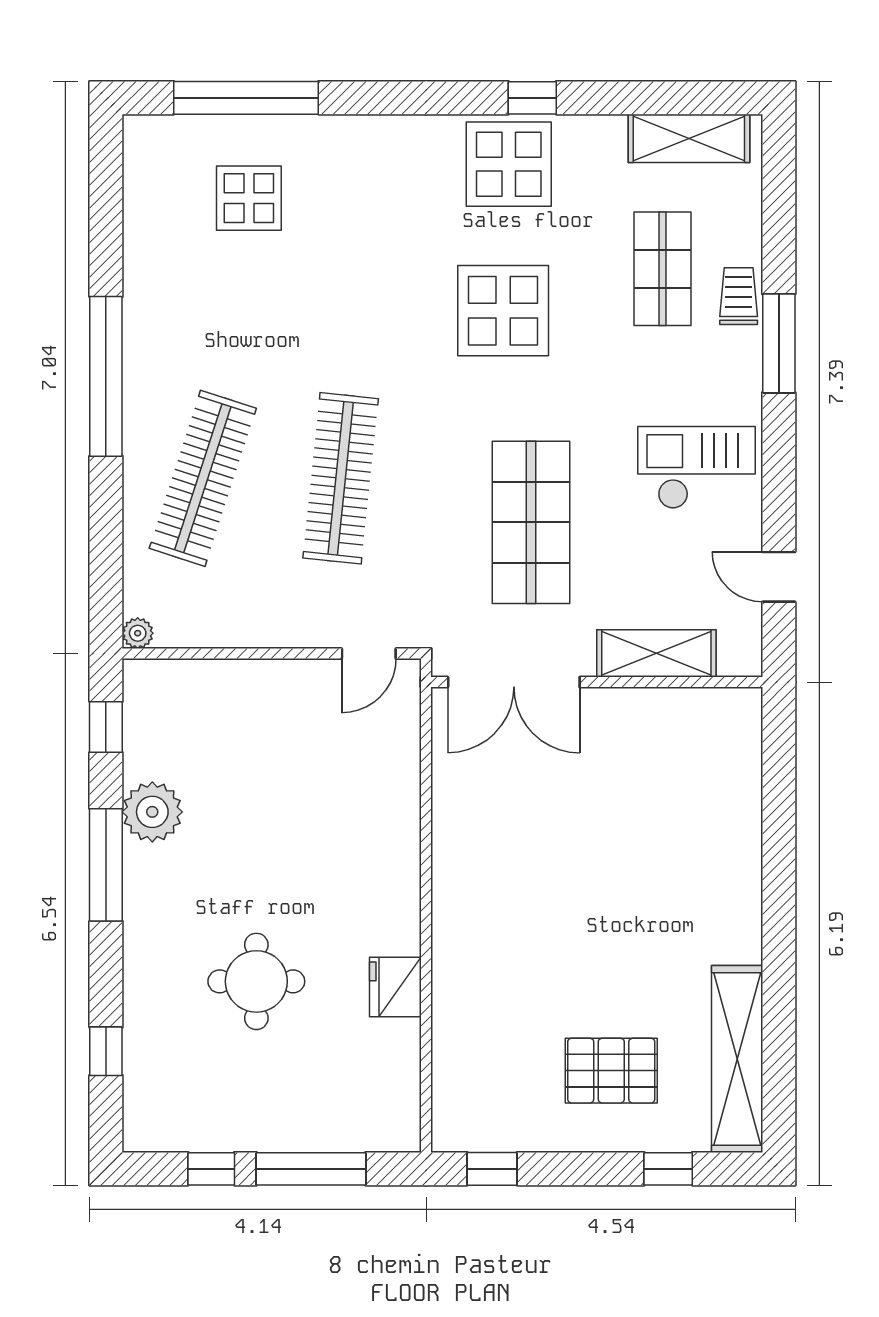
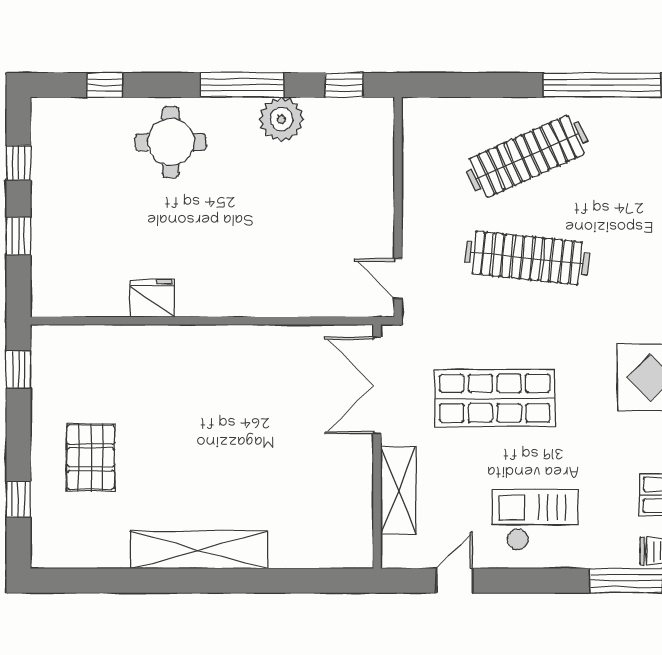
checkout: (696, 468) -> (535, 520), turned -90
clothes rail: (203, 478) -> (527, 156), turned -42
plant: (138, 633) -> (413, 108), removed
round table: (256, 981) -> (171, 142), moved
shelving: (737, 1059) -> (199, 550), moved
window: (311, 1169) -> (18, 236), width x0.46

